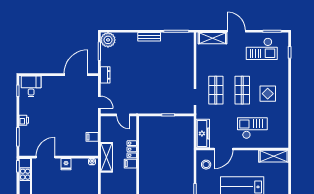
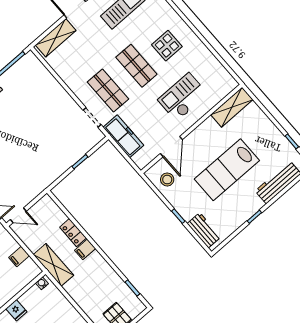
door: (123, 115) -> (18, 215), moved
freezer: (203, 133) -> (123, 136), moved

